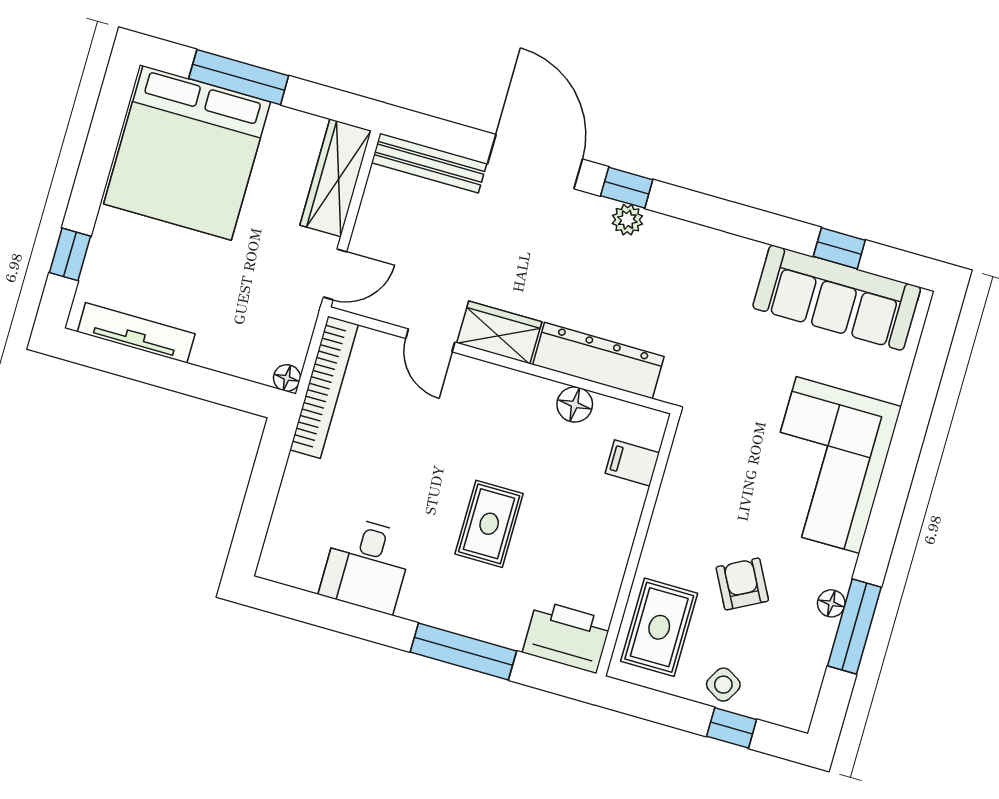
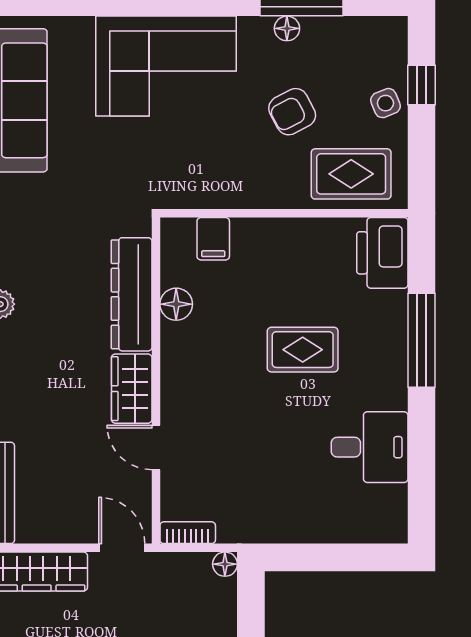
door: (430, 340) -> (156, 447), swing flipped
bookcase: (324, 387) -> (188, 533), width x0.43, depth x0.76
side table: (723, 685) -> (385, 103), turned 38

